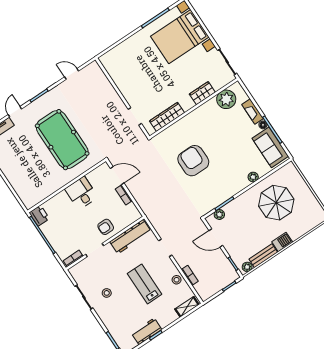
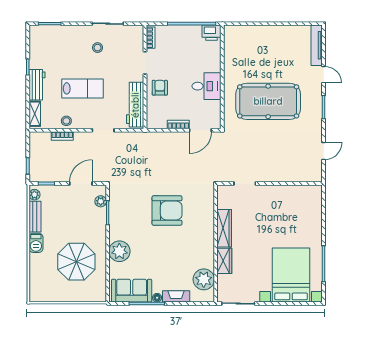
wardrobe: (167, 117) -> (224, 228), moved
plant: (253, 177) -> (119, 251), width x1.88, depth x1.88
workbench: (147, 331) -> (37, 85), moved

